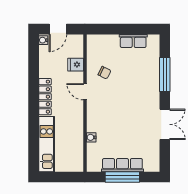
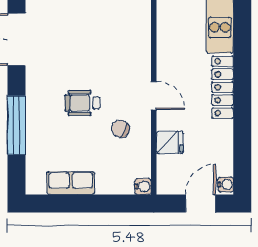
wheelchair: (126, 87) -> (82, 103), added
water cooler: (91, 137) -> (143, 187), moved

